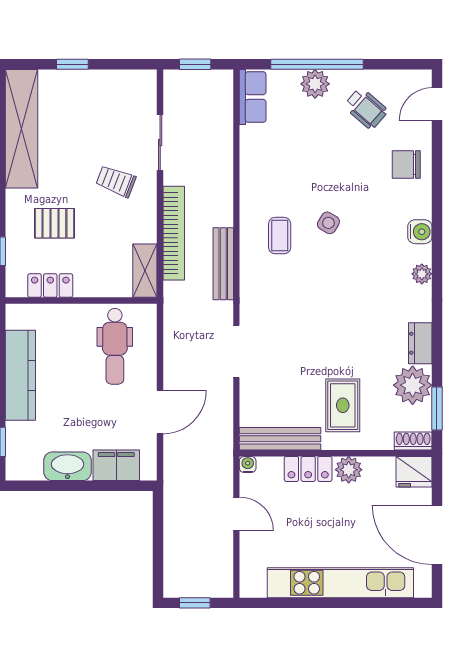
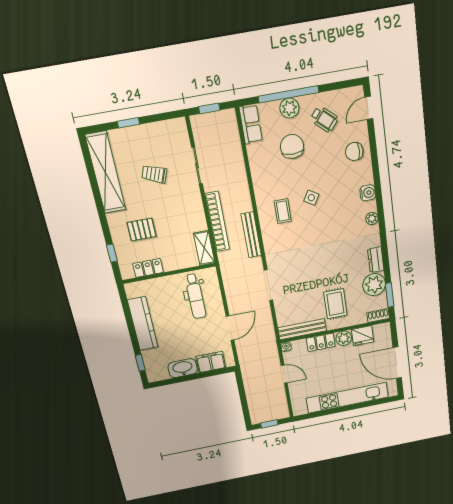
chair: (310, 140) -> (292, 146), added
trolley: (116, 181) -> (154, 174), moved
fridge: (414, 472) -> (363, 336), moved

